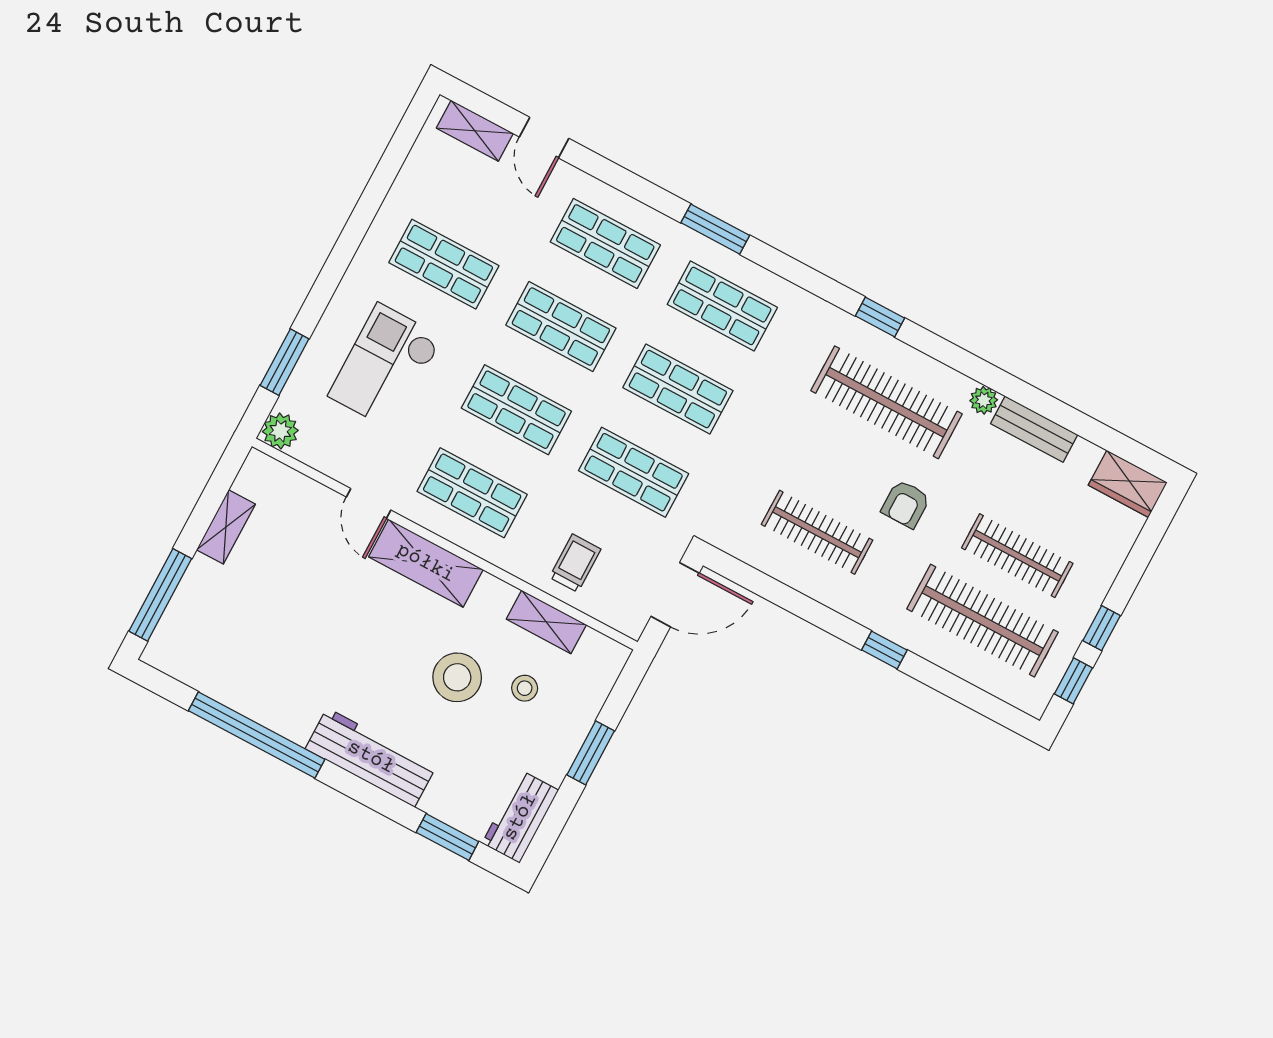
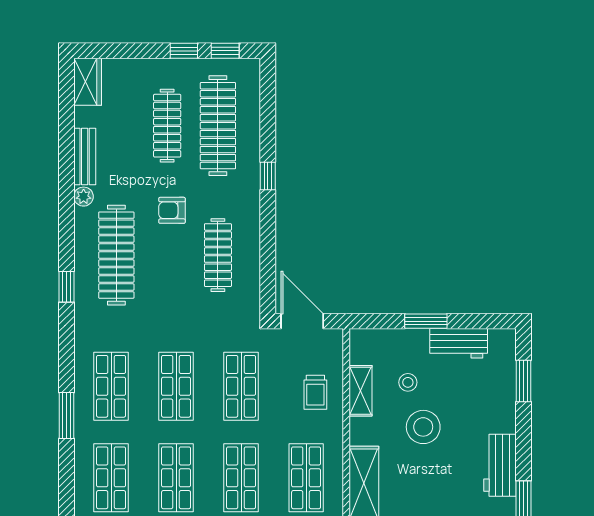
armchair: (906, 504) -> (172, 210), turned 180
trolley: (575, 563) -> (315, 392), turned -90
workbench: (371, 757) -> (500, 465), width x0.73
workbench: (520, 817) -> (459, 343), moved

